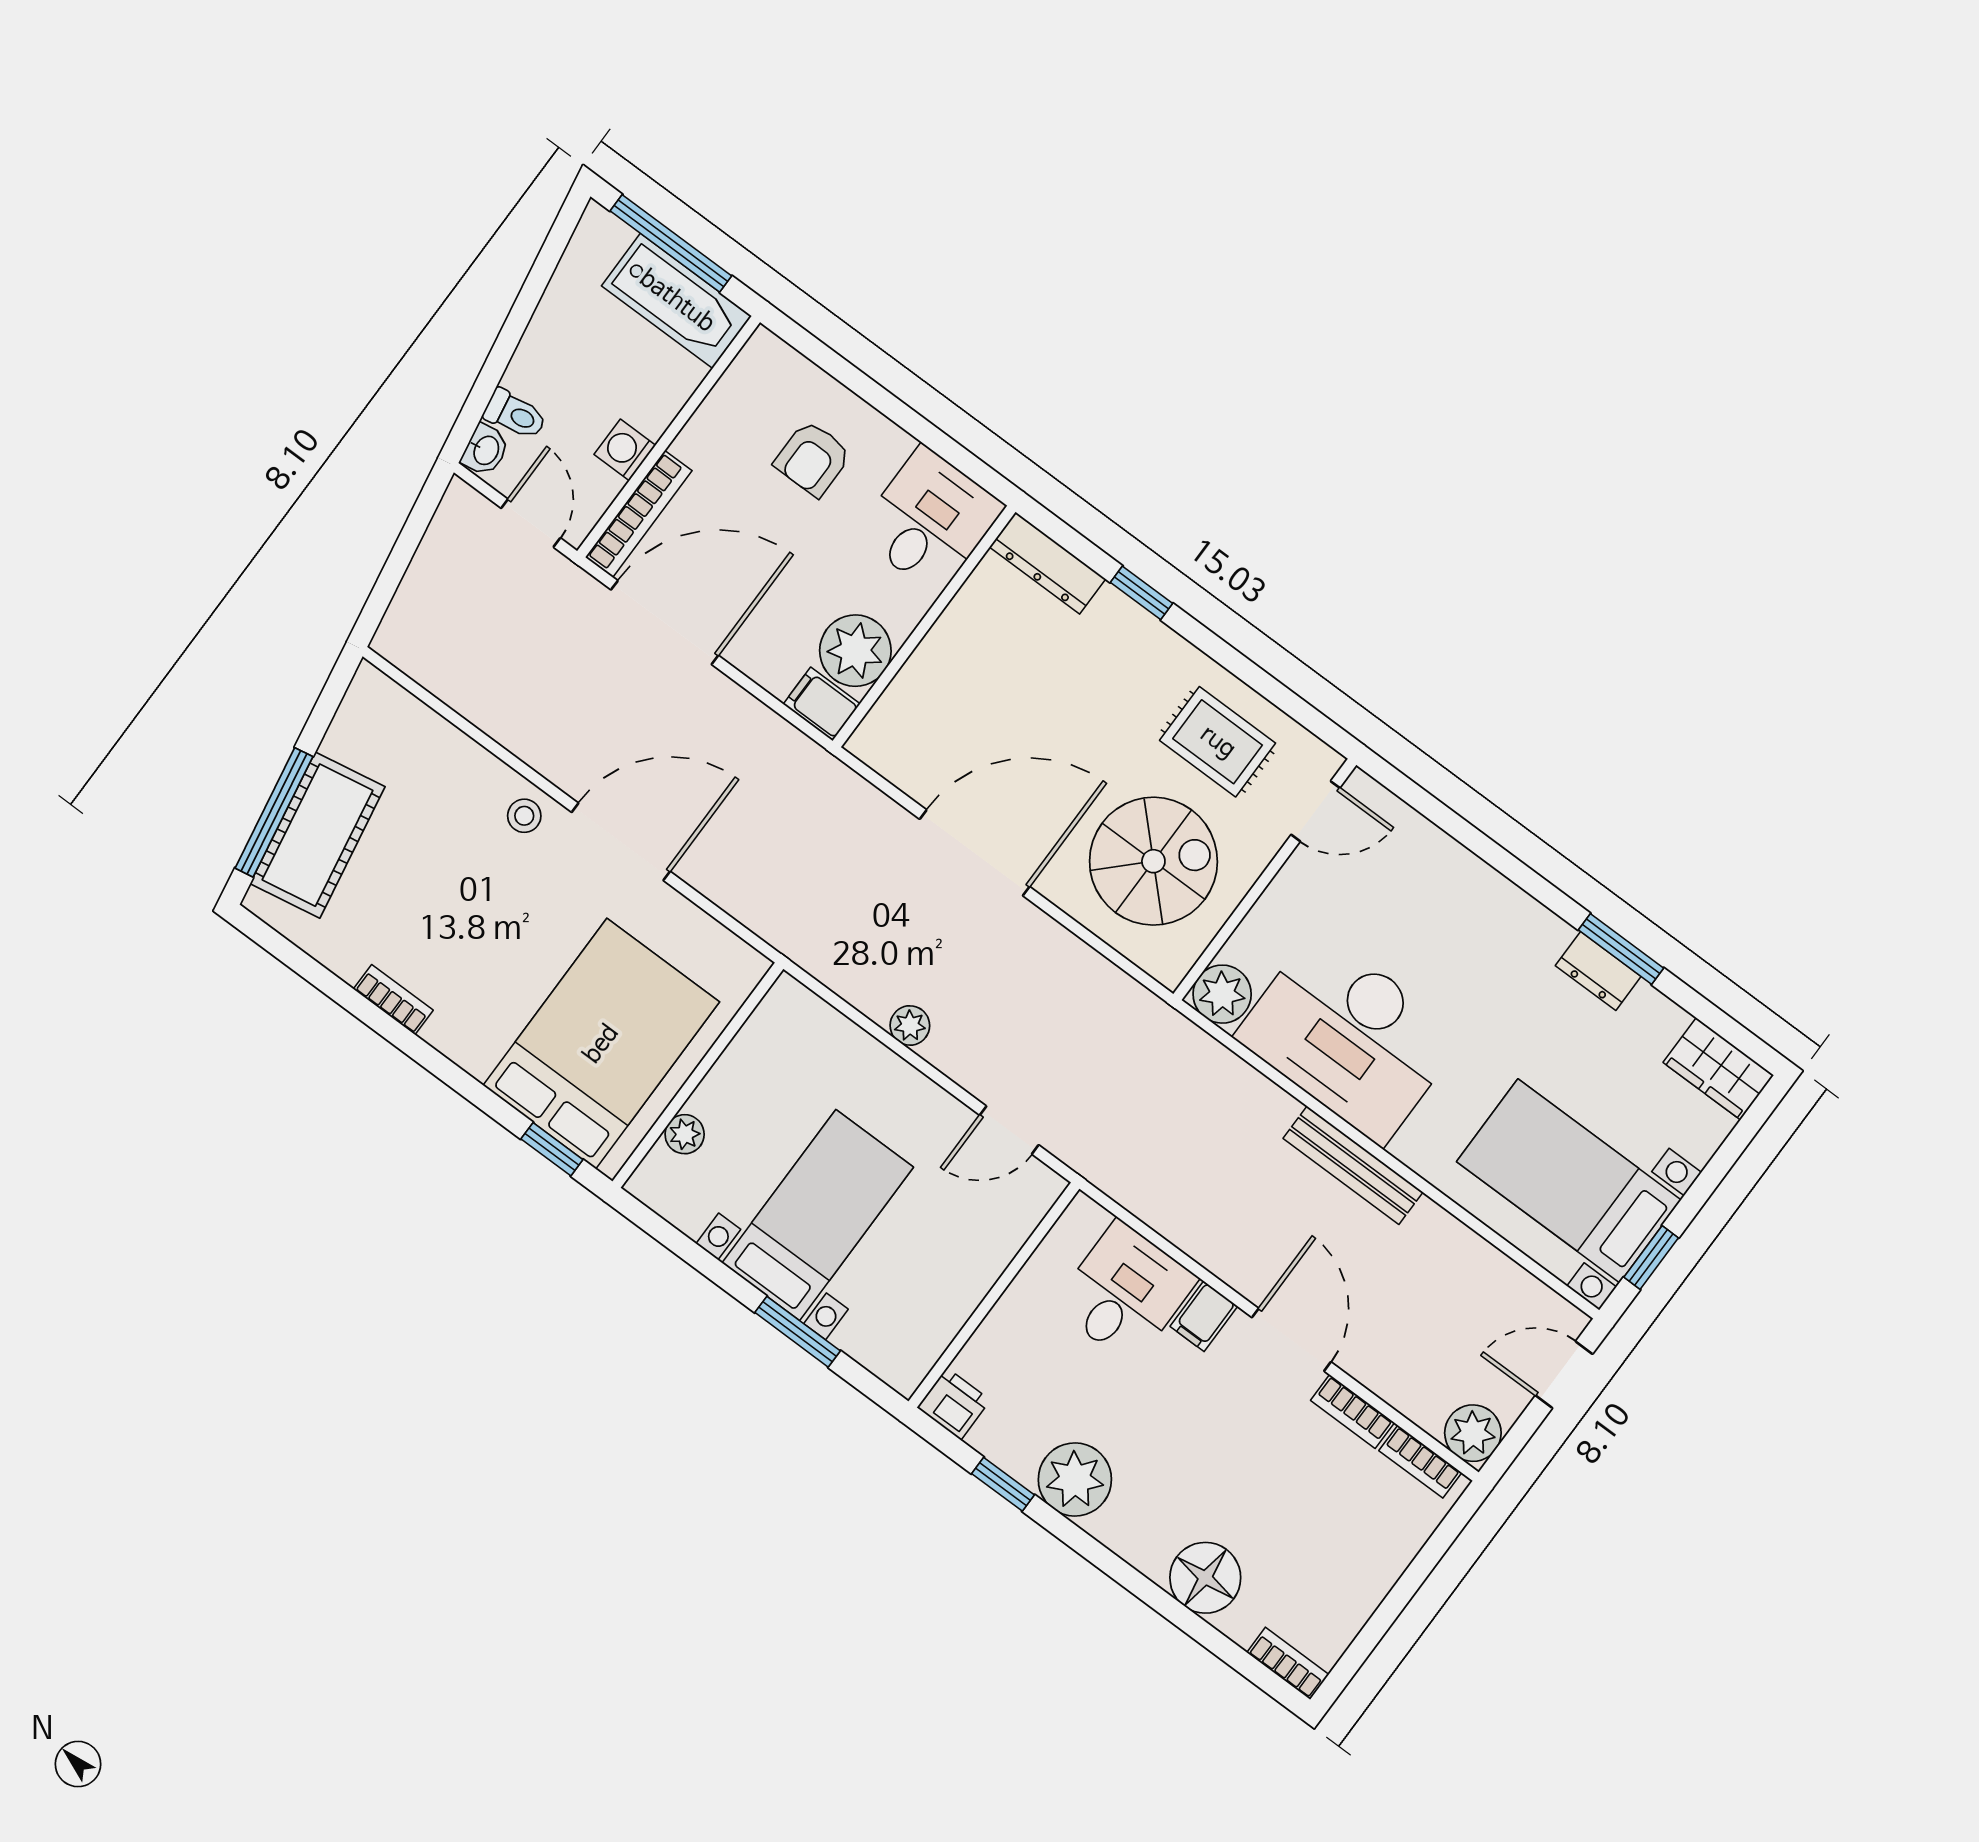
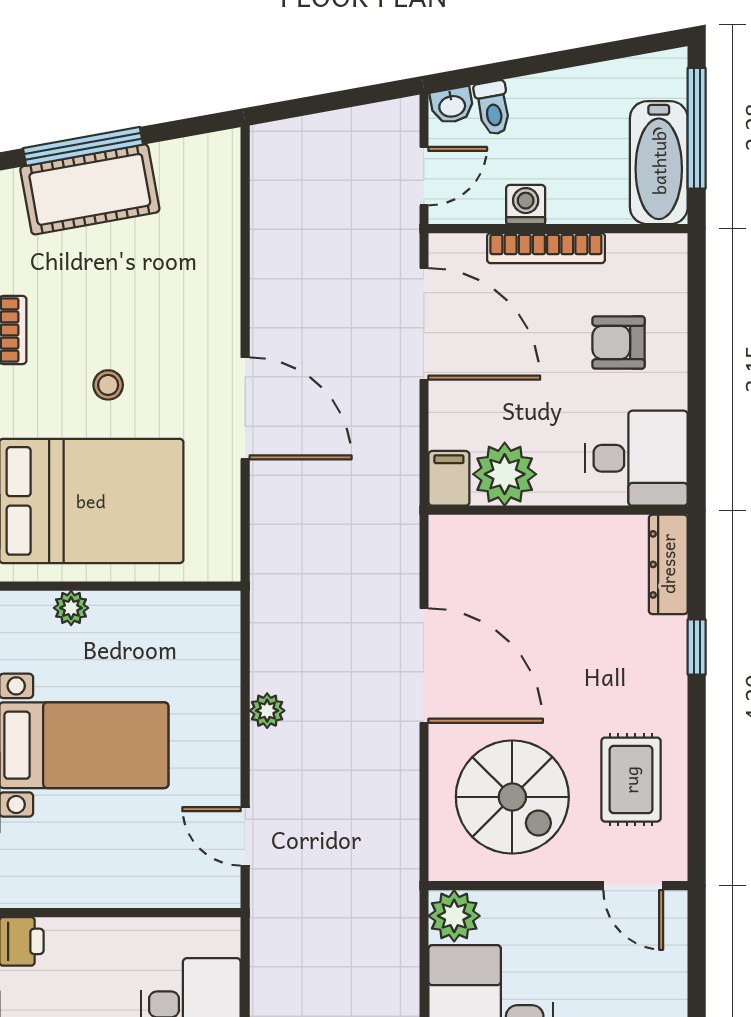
bookcase: (639, 514) -> (546, 248), moved
stool: (524, 816) -> (108, 385), moved

